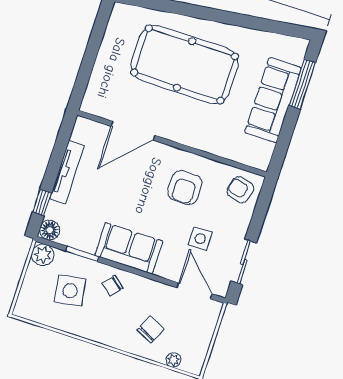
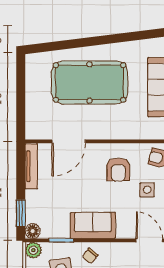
tv unit: (67, 172) -> (31, 166), moved
window: (42, 202) -> (21, 213), width x1.50
side table: (200, 239) -> (147, 190), moved

